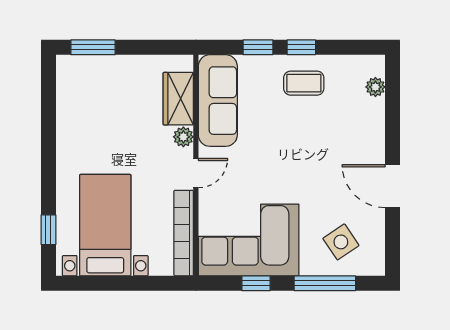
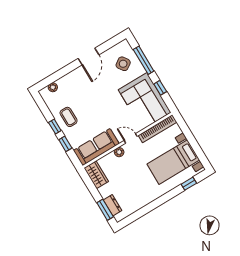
dresser: (93, 66) -> (113, 205), added
wardrobe: (178, 99) -> (96, 175), moved, turned -90

